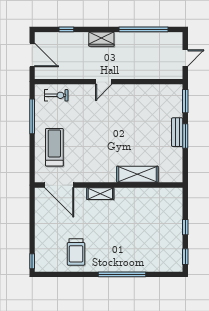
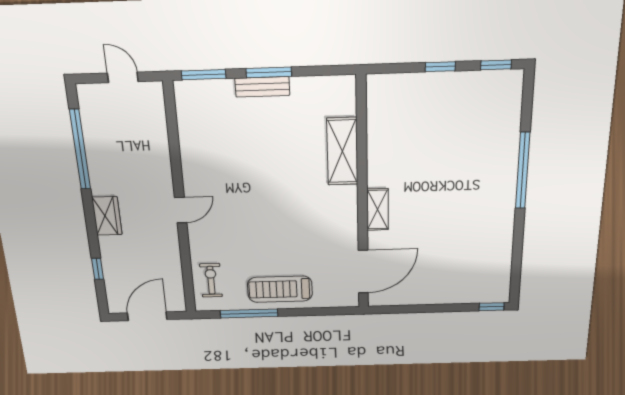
door: (104, 82) -> (181, 210), hinge flipped
treadmill: (54, 147) -> (280, 289), moved
trolley: (76, 252) -> (479, 243), removed

